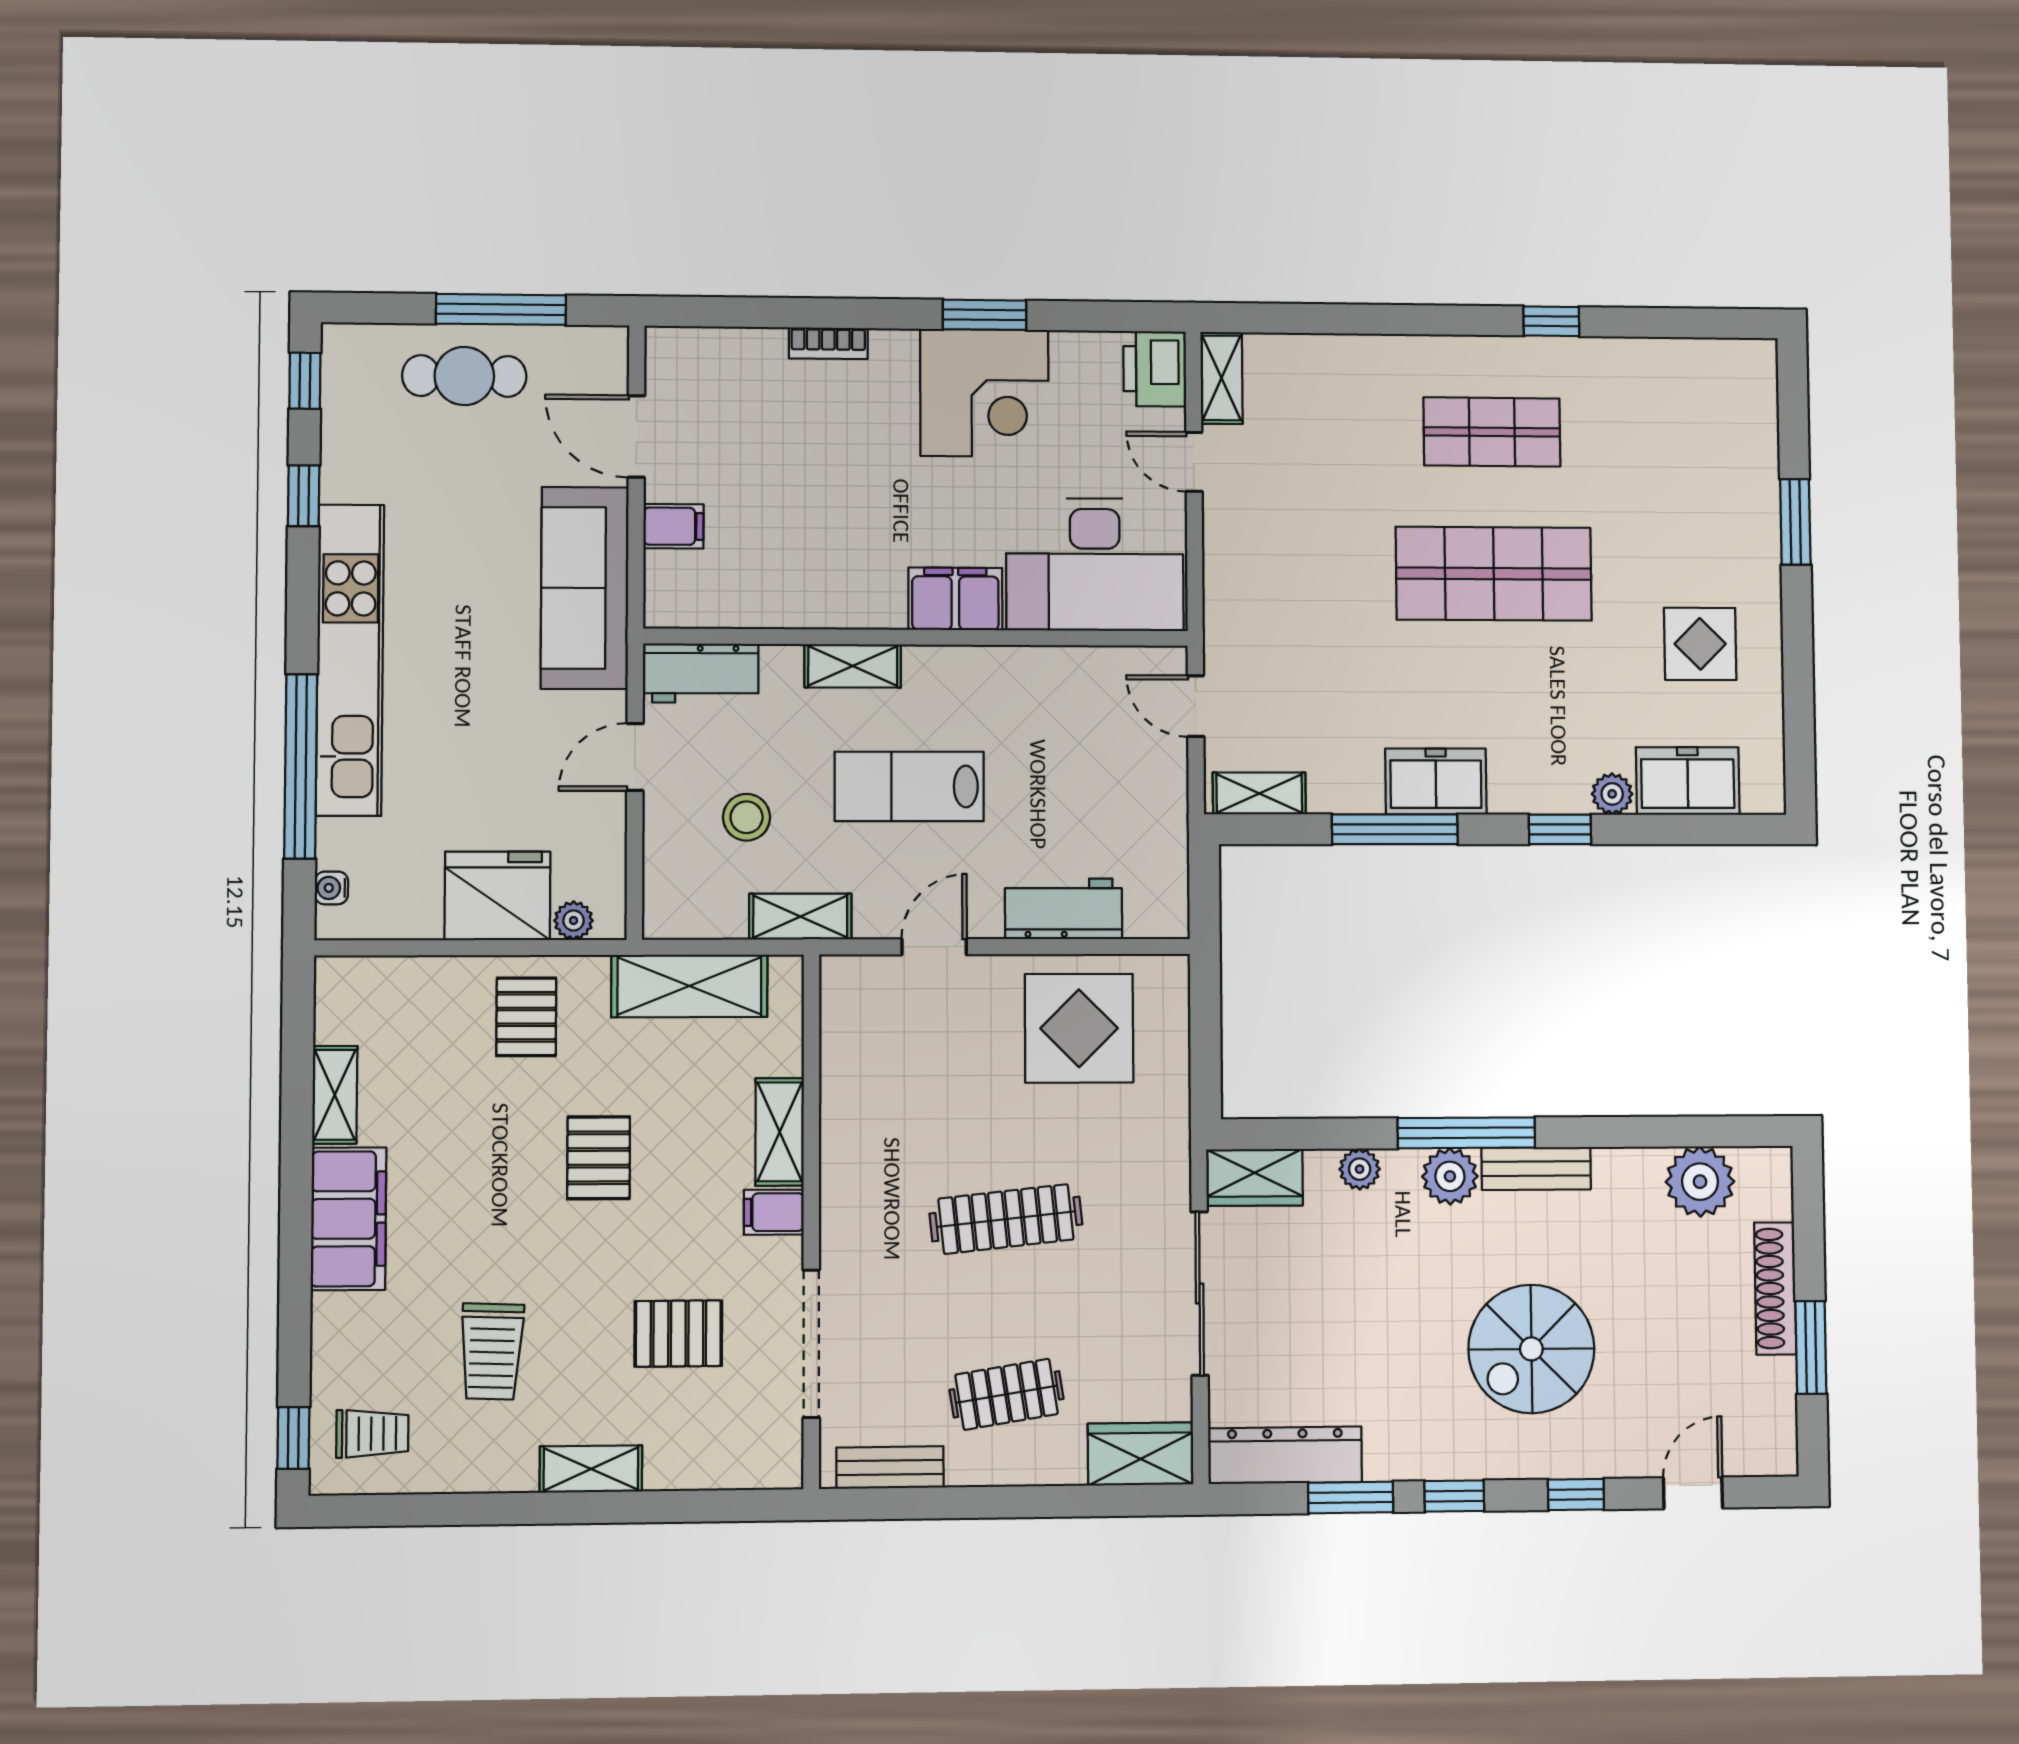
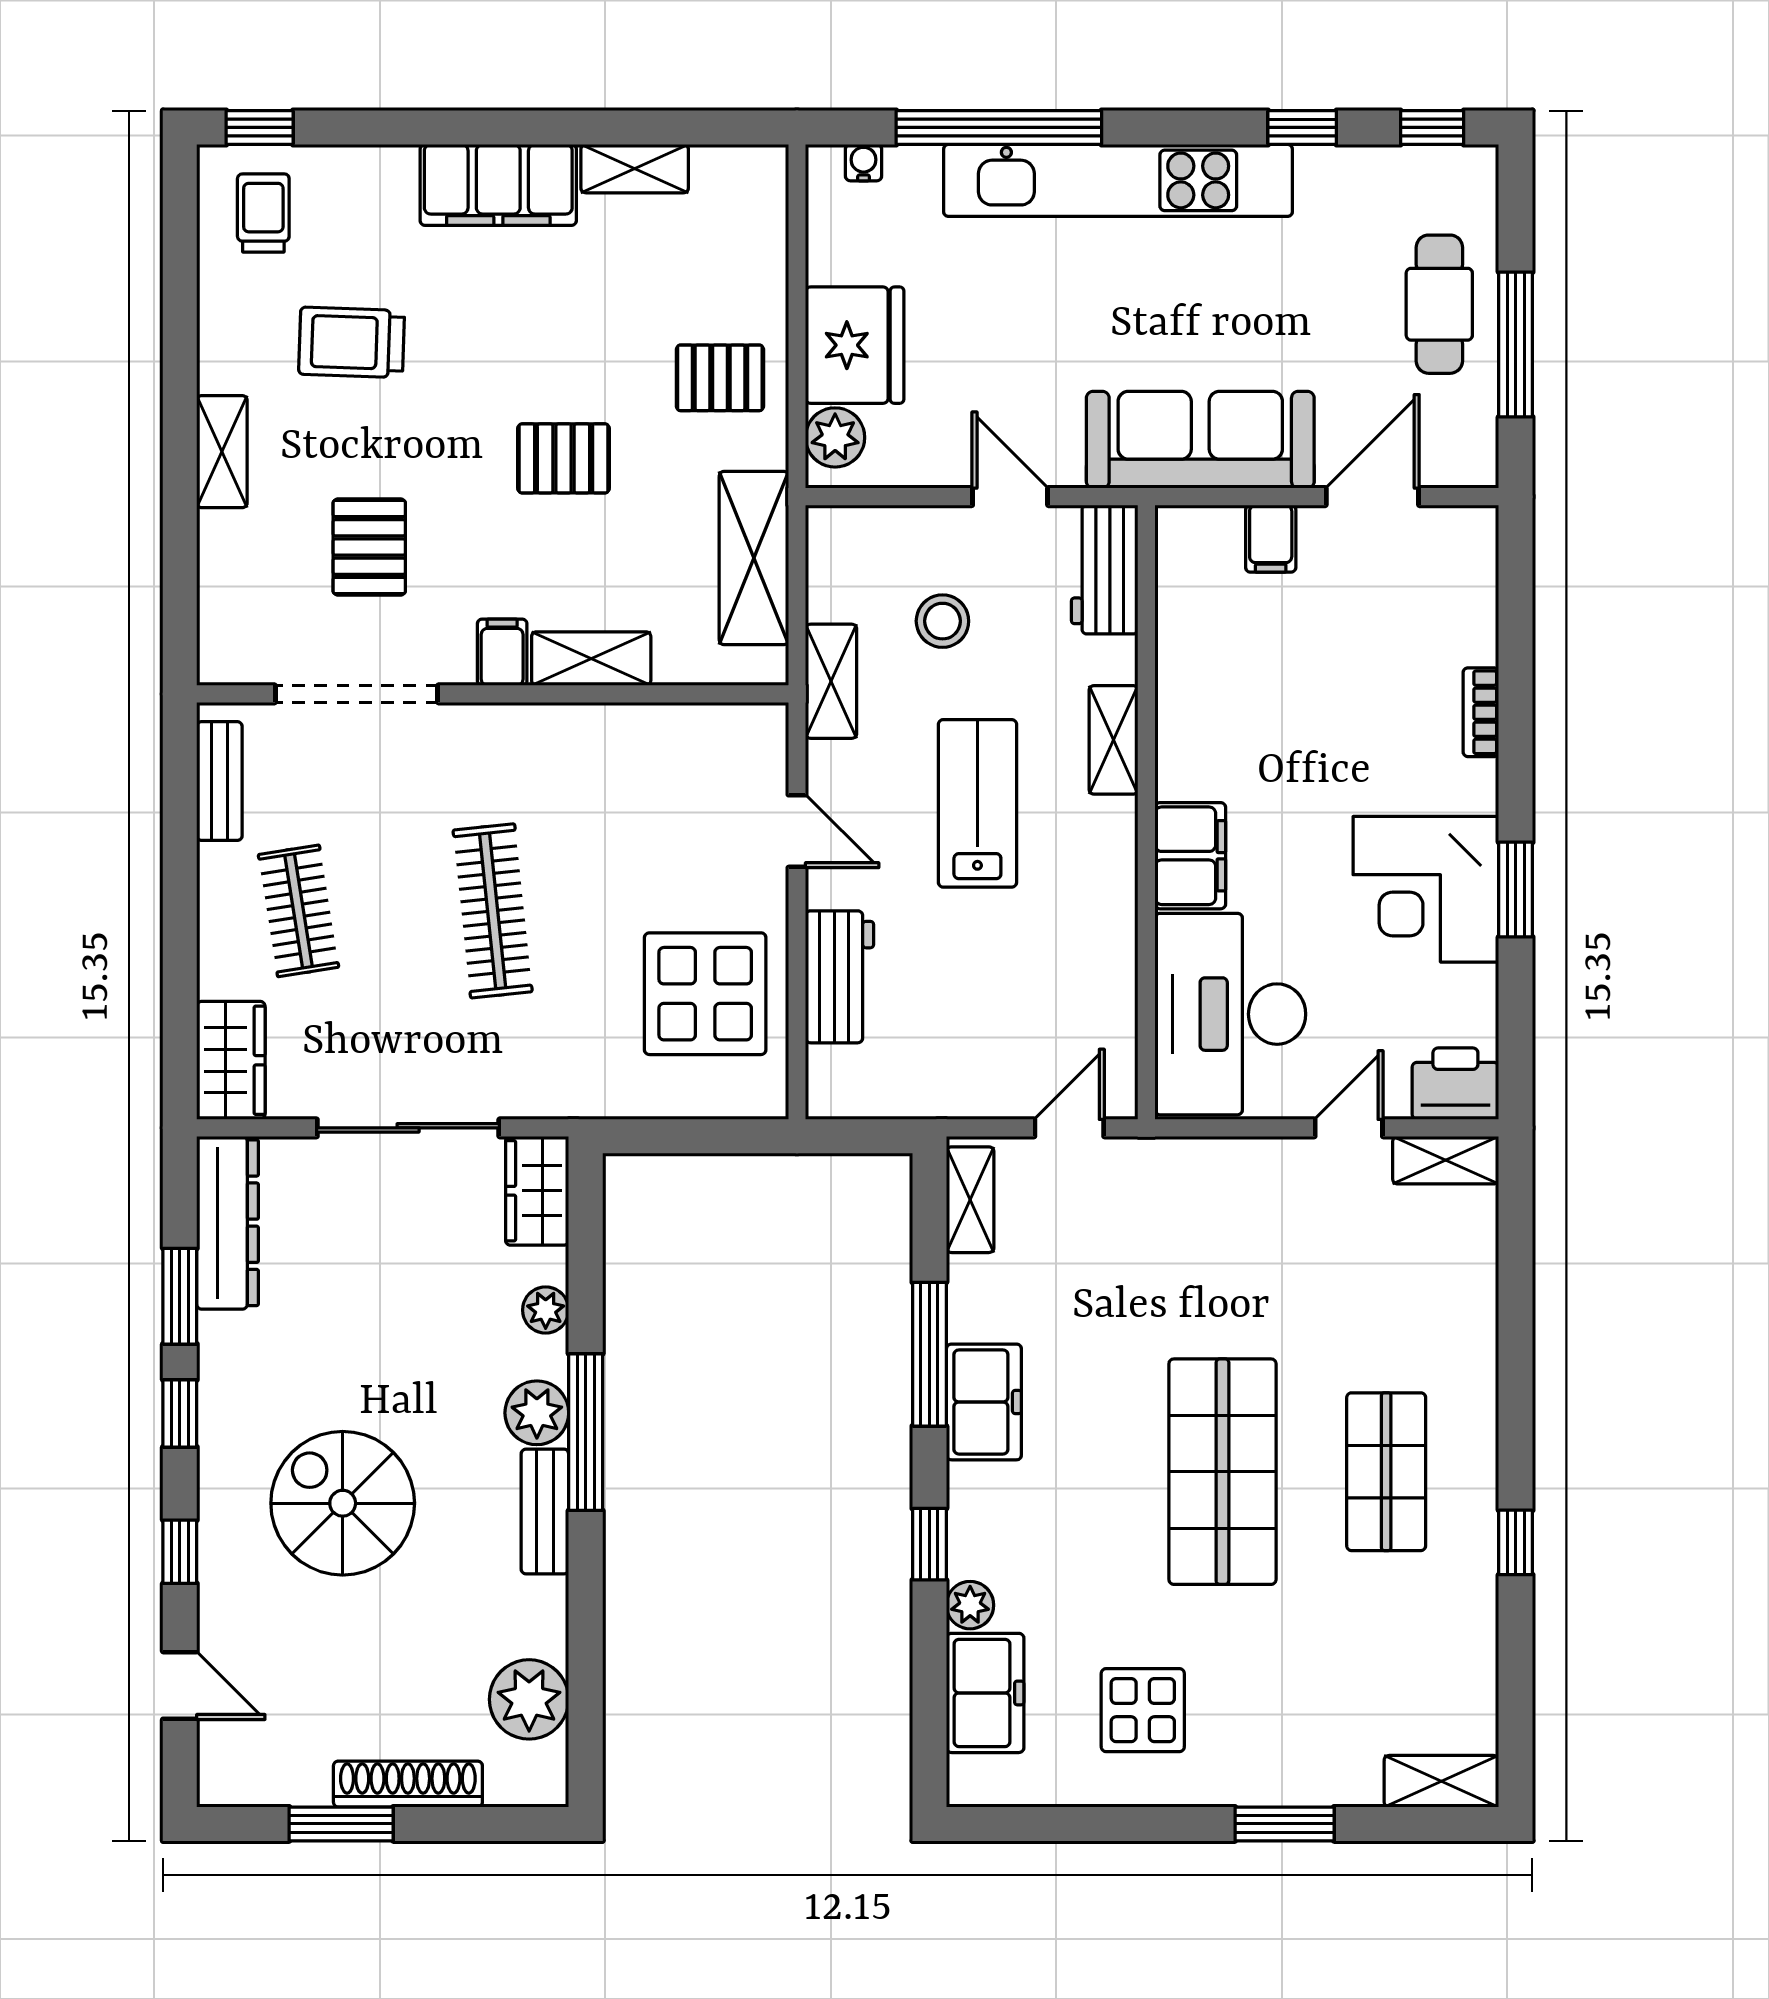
shelving: (1756, 387) -> (1441, 1781), added
plant: (574, 921) -> (835, 437), width x1.38, depth x1.38
trolley: (372, 1434) -> (263, 213), turned 180

